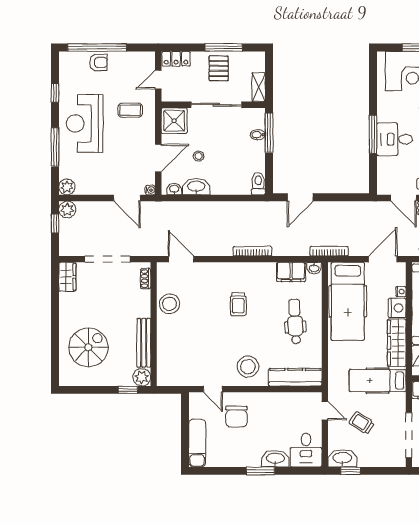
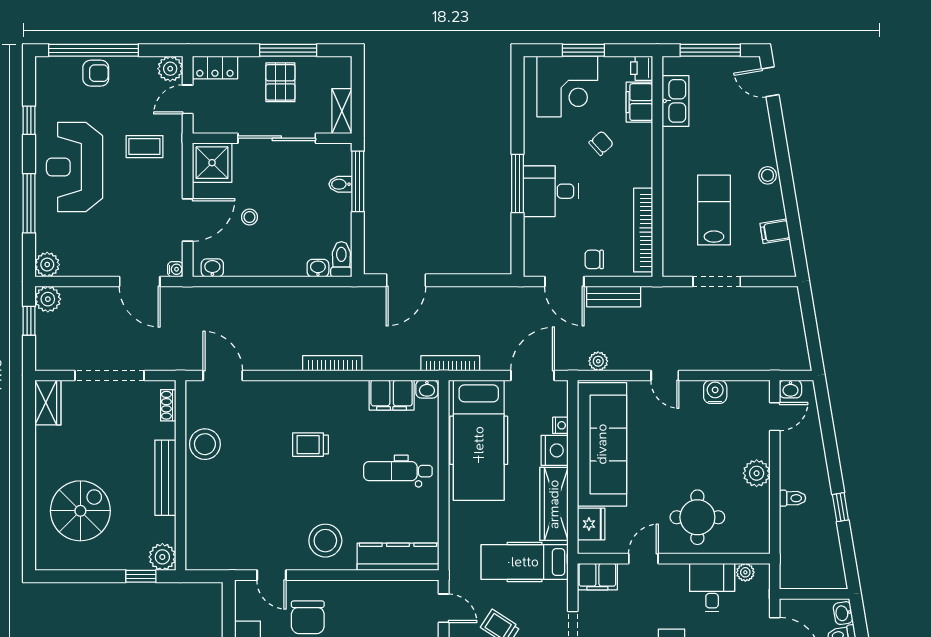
plant: (147, 60) -> (170, 69), added
washbasin: (196, 187) -> (318, 268), moved, width x0.52, depth x0.69
trolley: (238, 304) -> (311, 445), turned 90
dental chair: (295, 321) -> (398, 471), turned -87
bench: (144, 343) -> (165, 478), moved

